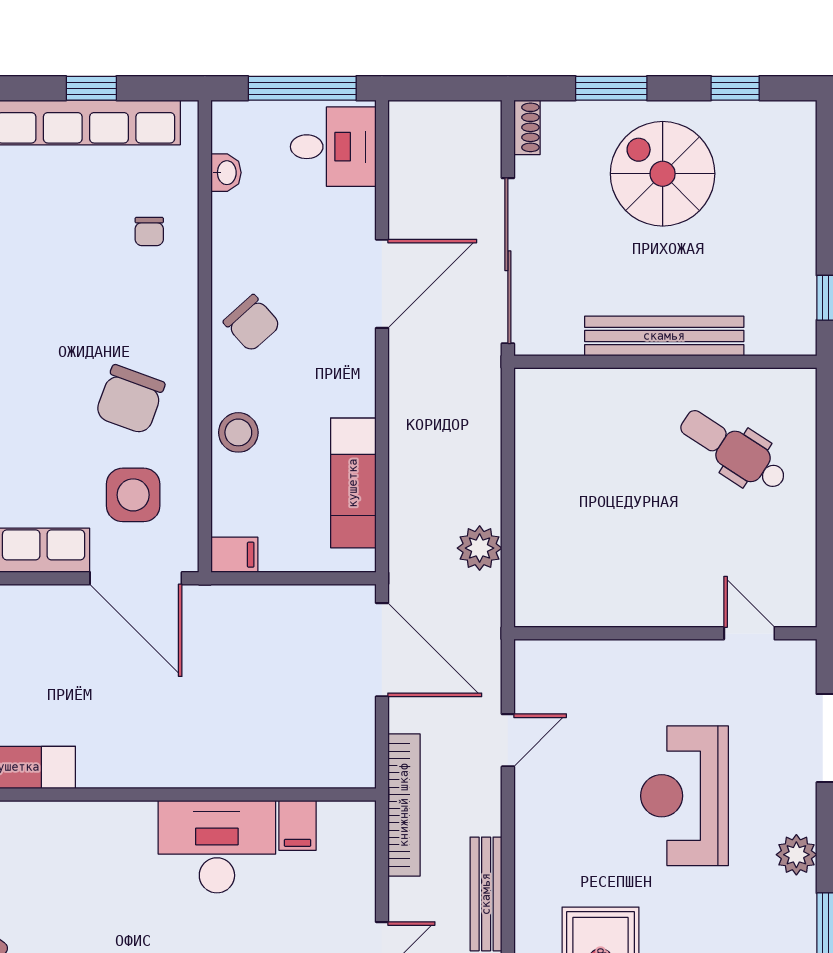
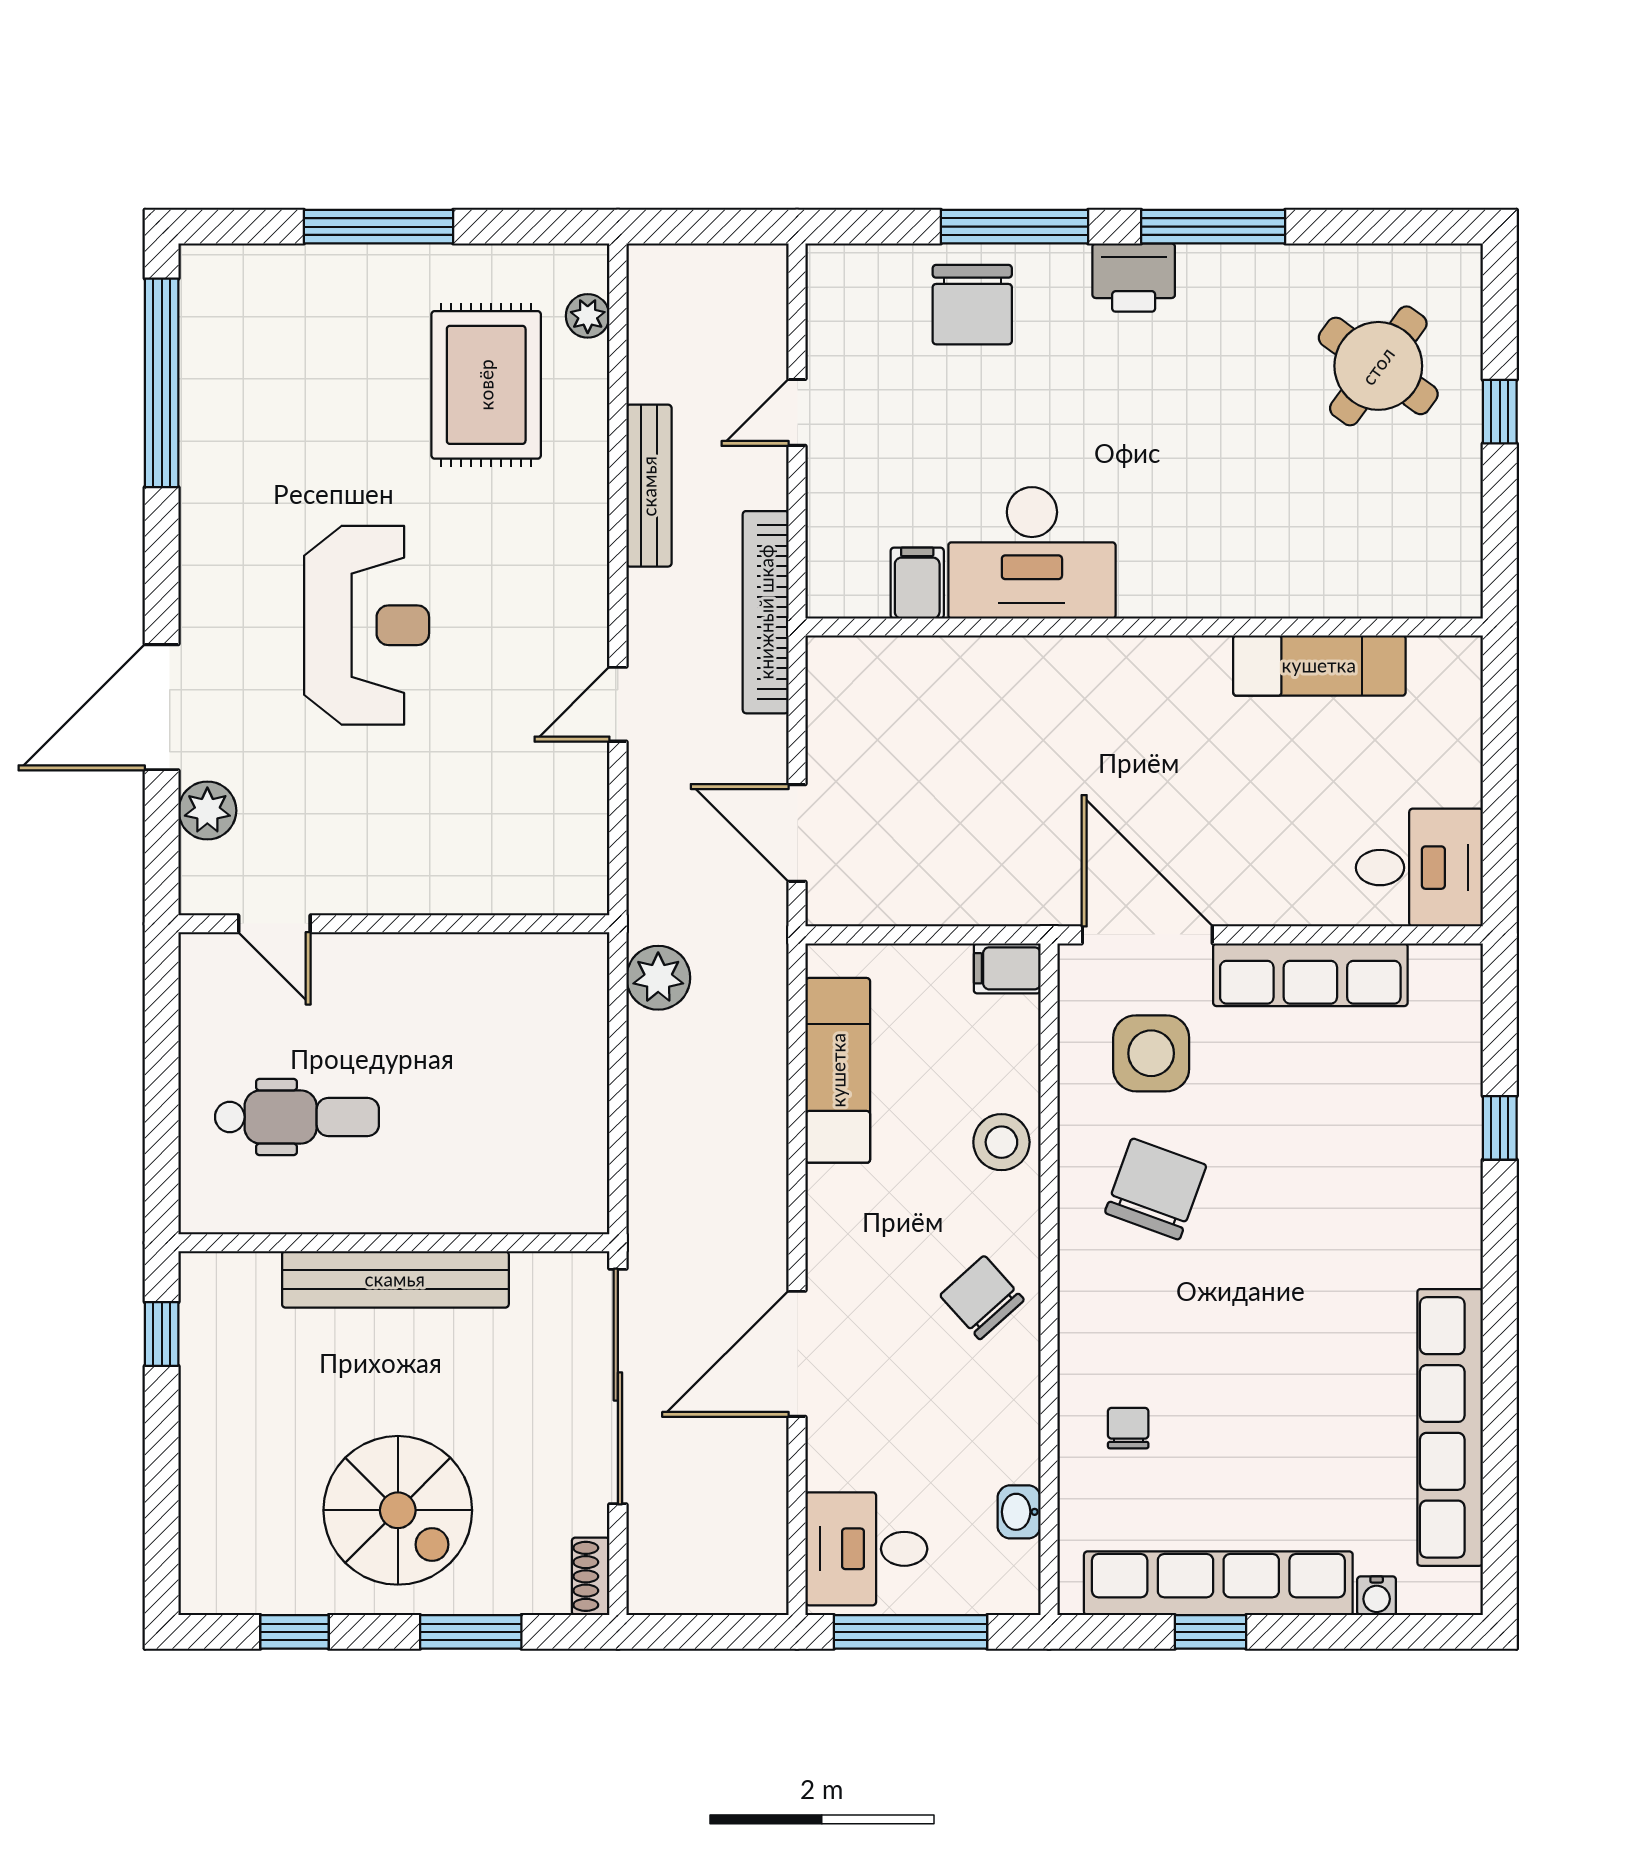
dental chair: (733, 450) -> (297, 1117), turned -33
wall: (665, 633) -> (394, 924), moved
door: (749, 633) -> (274, 924), moved
door: (382, 650) -> (797, 833), width x0.73
plant: (796, 855) -> (207, 811), moved

